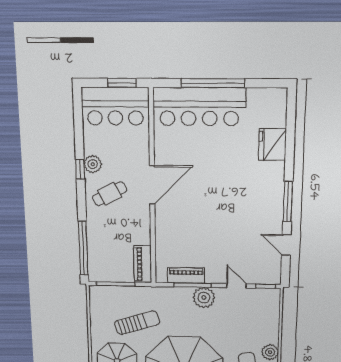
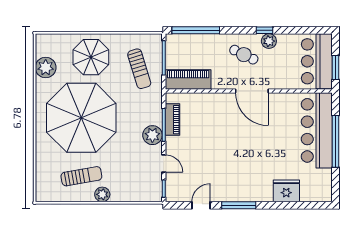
cafe table: (110, 194) -> (244, 55), turned -36
piano: (143, 264) -> (188, 79), width x1.37, depth x1.33
door: (236, 286) -> (164, 163), hinge flipped
sun lounger: (137, 323) -> (139, 69), moved

